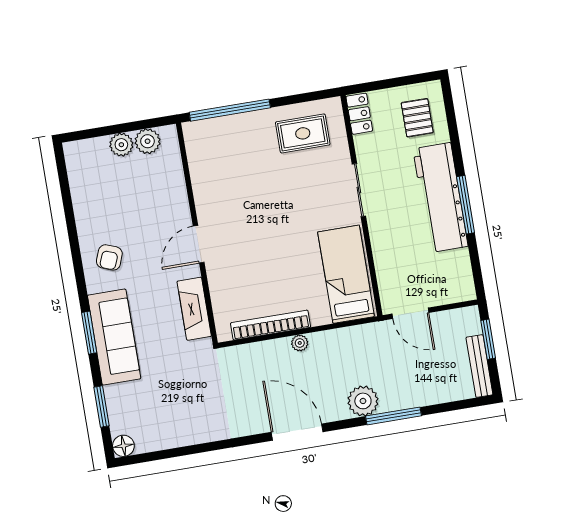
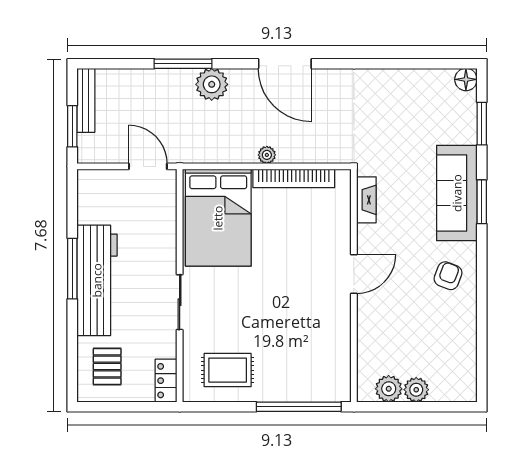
bed: (346, 274) -> (218, 218), width x1.50
fireplace: (194, 309) -> (366, 200), width x0.73, depth x0.76

